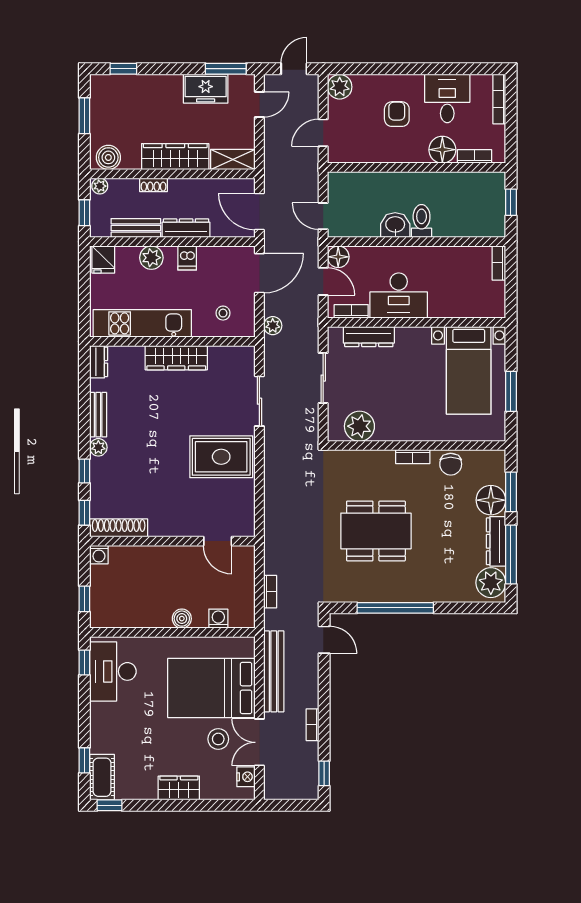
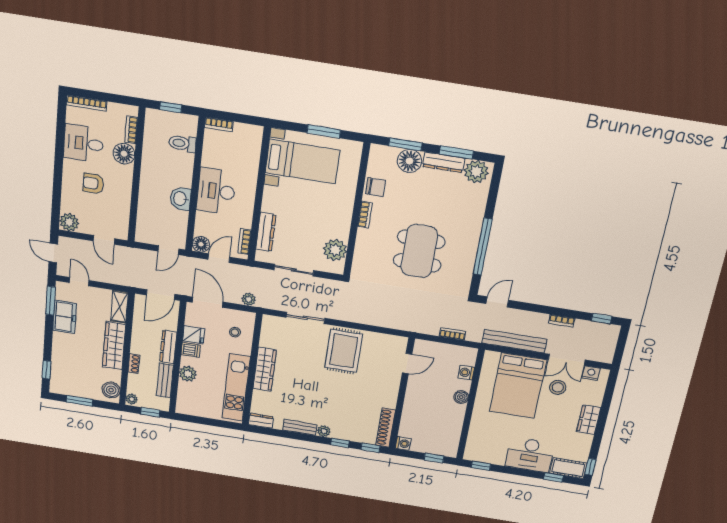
toilet: (422, 221) -> (183, 143), moved
fridge: (103, 260) -> (193, 335), moved
desk: (399, 296) -> (216, 191), moved, turned 180
window: (511, 555) -> (456, 152), width x0.69
desk: (113, 671) -> (530, 455), moved

